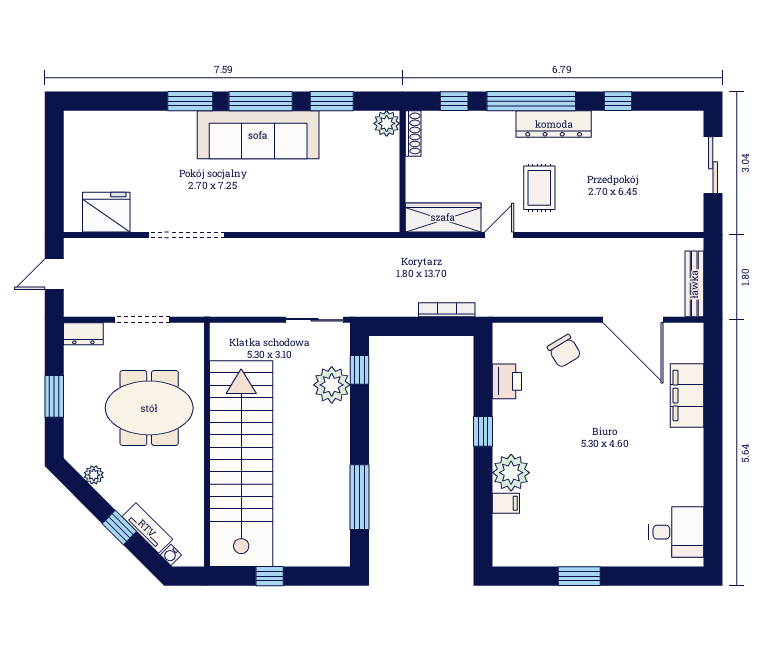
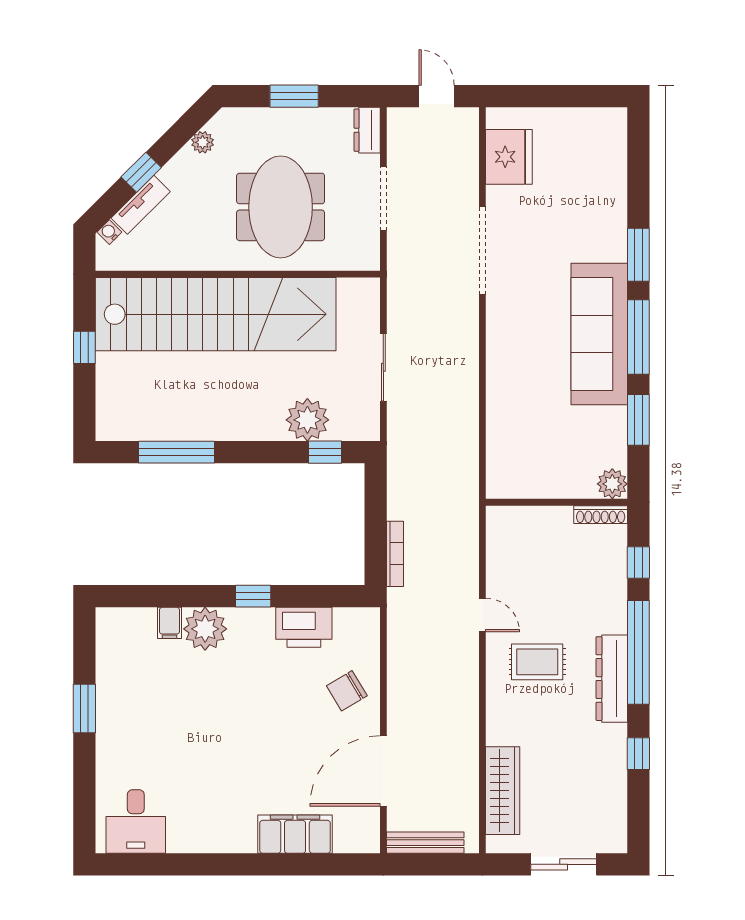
wardrobe: (443, 217) -> (503, 791), moved
sliding door: (315, 320) -> (383, 367), moved
printer: (507, 381) -> (304, 627), width x1.37, depth x1.19

